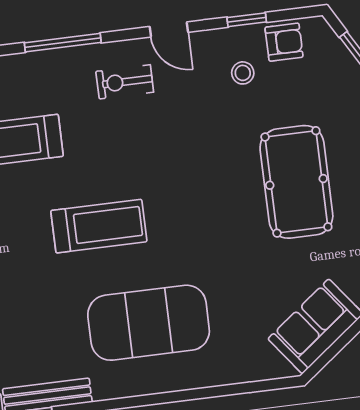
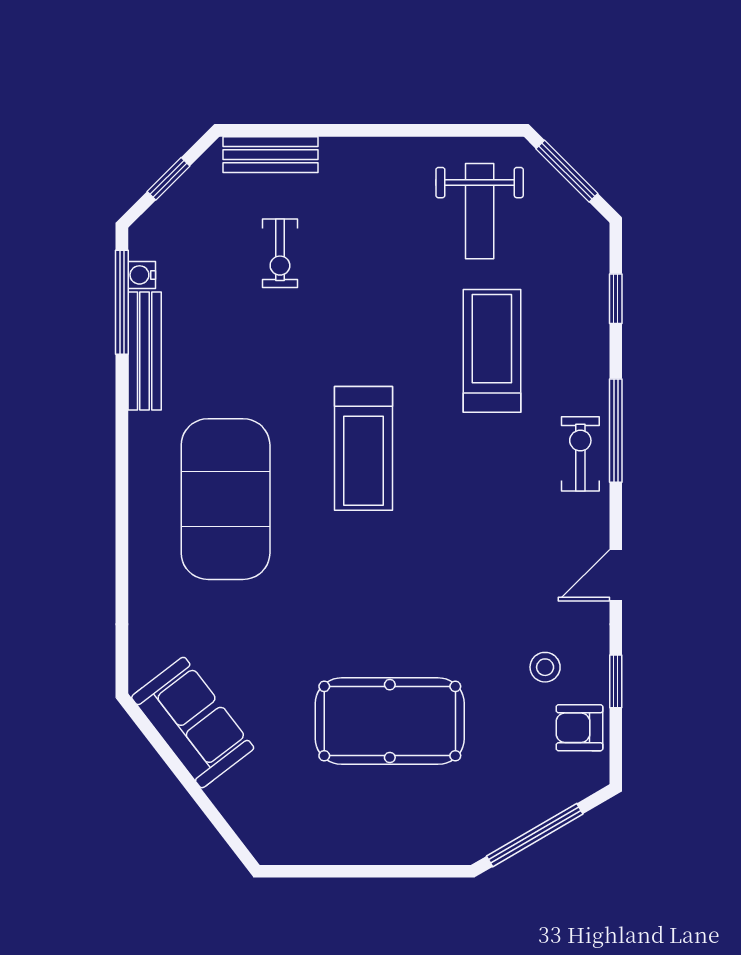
armchair: (284, 42) -> (579, 728), turned 90
exercise bike: (125, 82) -> (580, 454), moved

